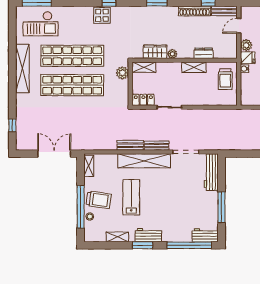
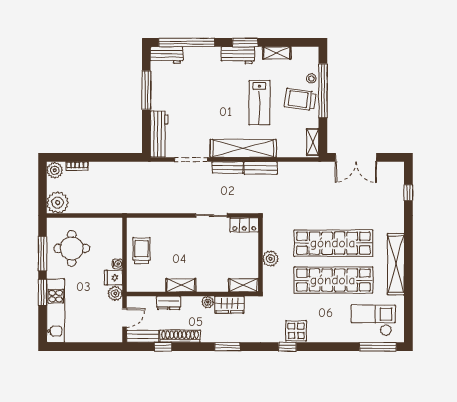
wardrobe: (155, 52) -> (230, 305), moved
dresser: (204, 53) -> (169, 303), moved
plant: (172, 54) -> (208, 302), moved
wall: (185, 60) -> (193, 294), moved
shelving: (144, 67) -> (244, 285), moved
shelving: (194, 67) -> (181, 285), moved

